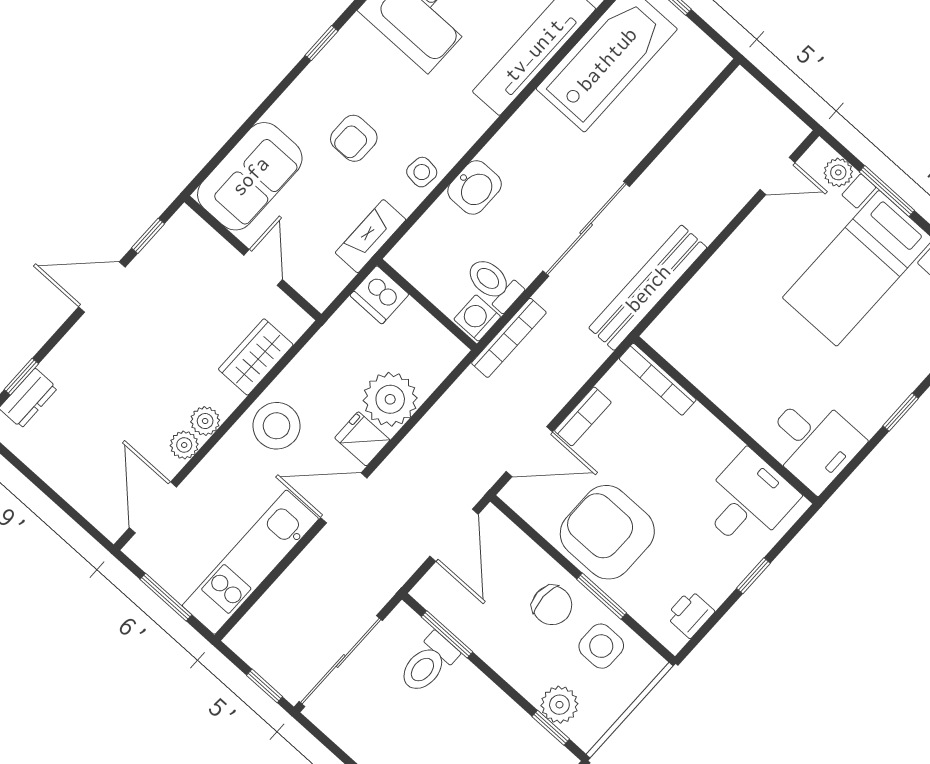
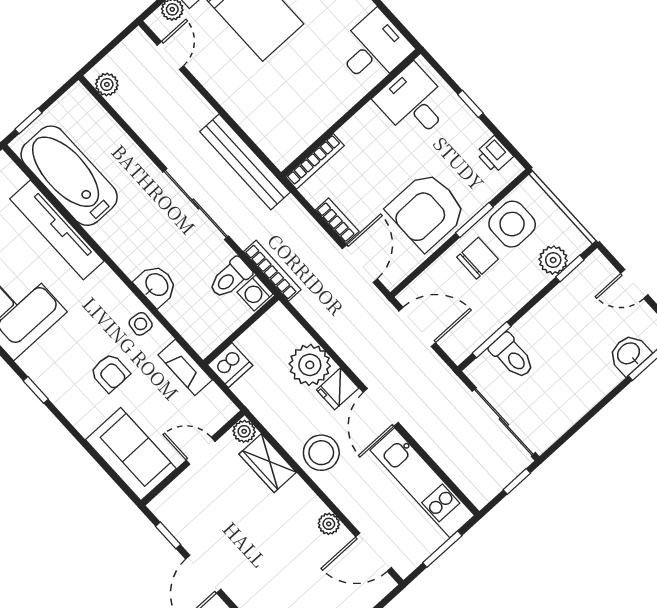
plant: (731, 96) -> (107, 84), added
plant: (205, 421) -> (244, 431), moved
side table: (601, 646) -> (512, 224), width x1.37, depth x1.37

